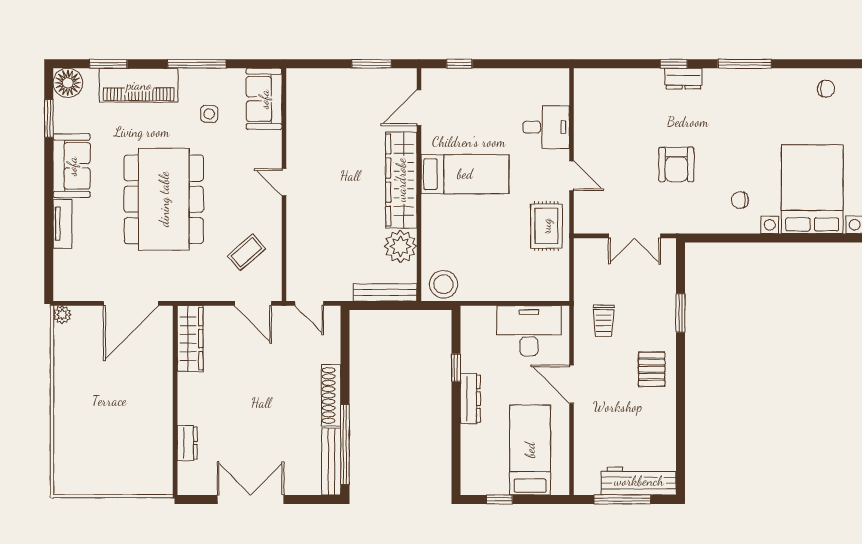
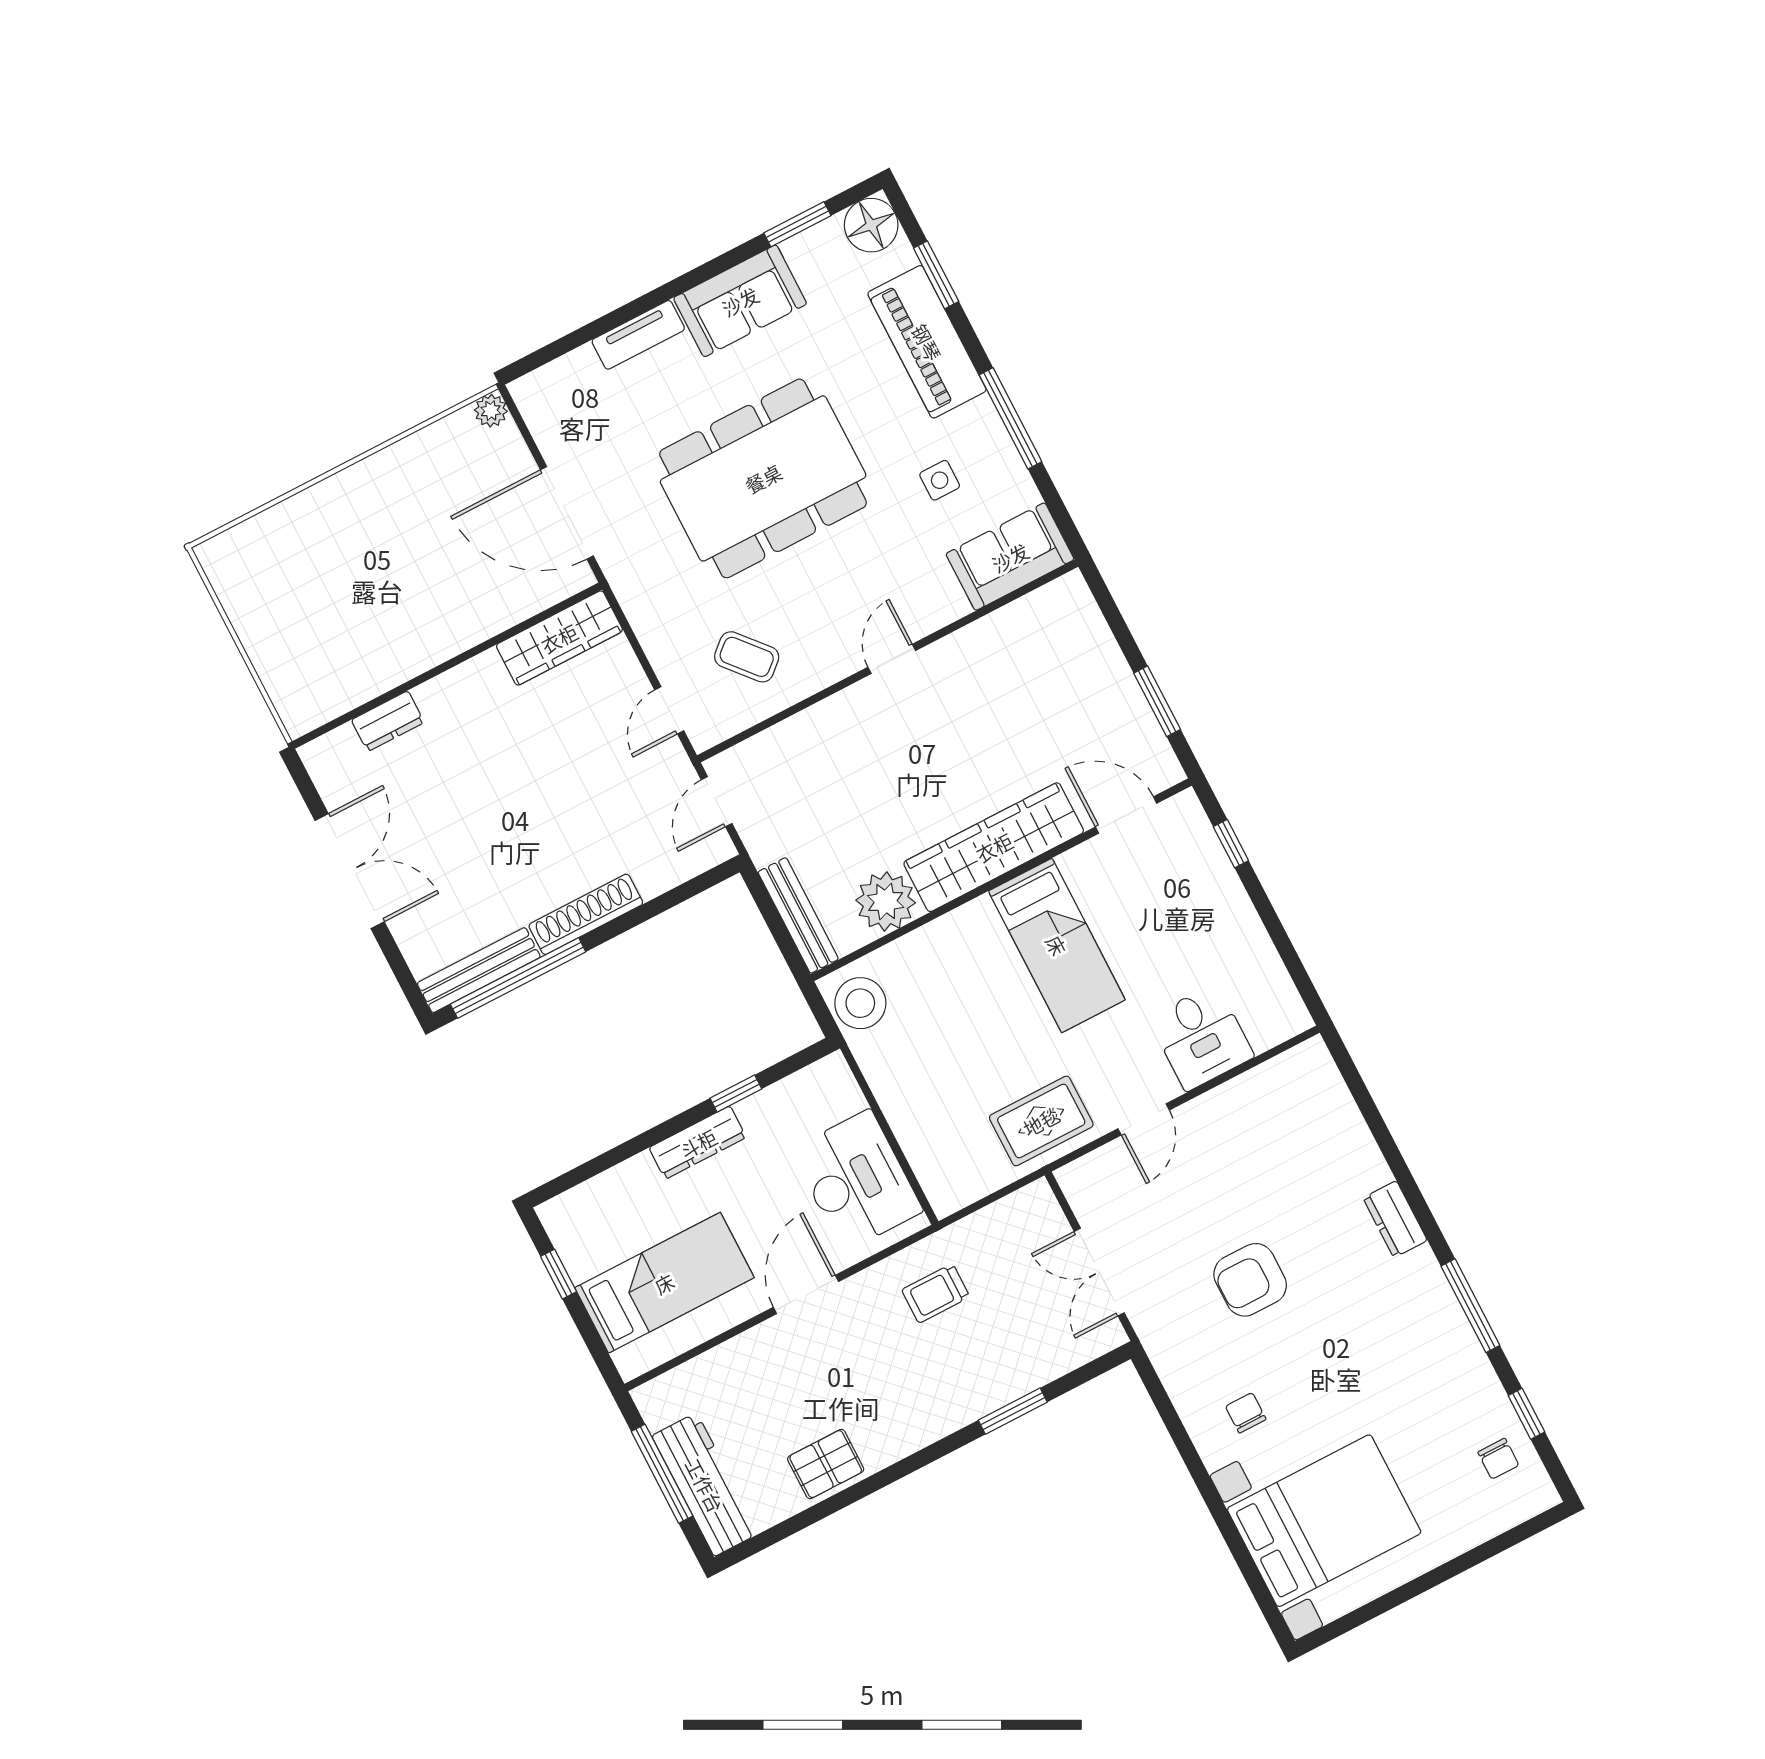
window: (674, 64) -> (1526, 1414), moved
door: (253, 303) -> (669, 710), width x0.73
pallet: (652, 369) -> (826, 1464), moved

